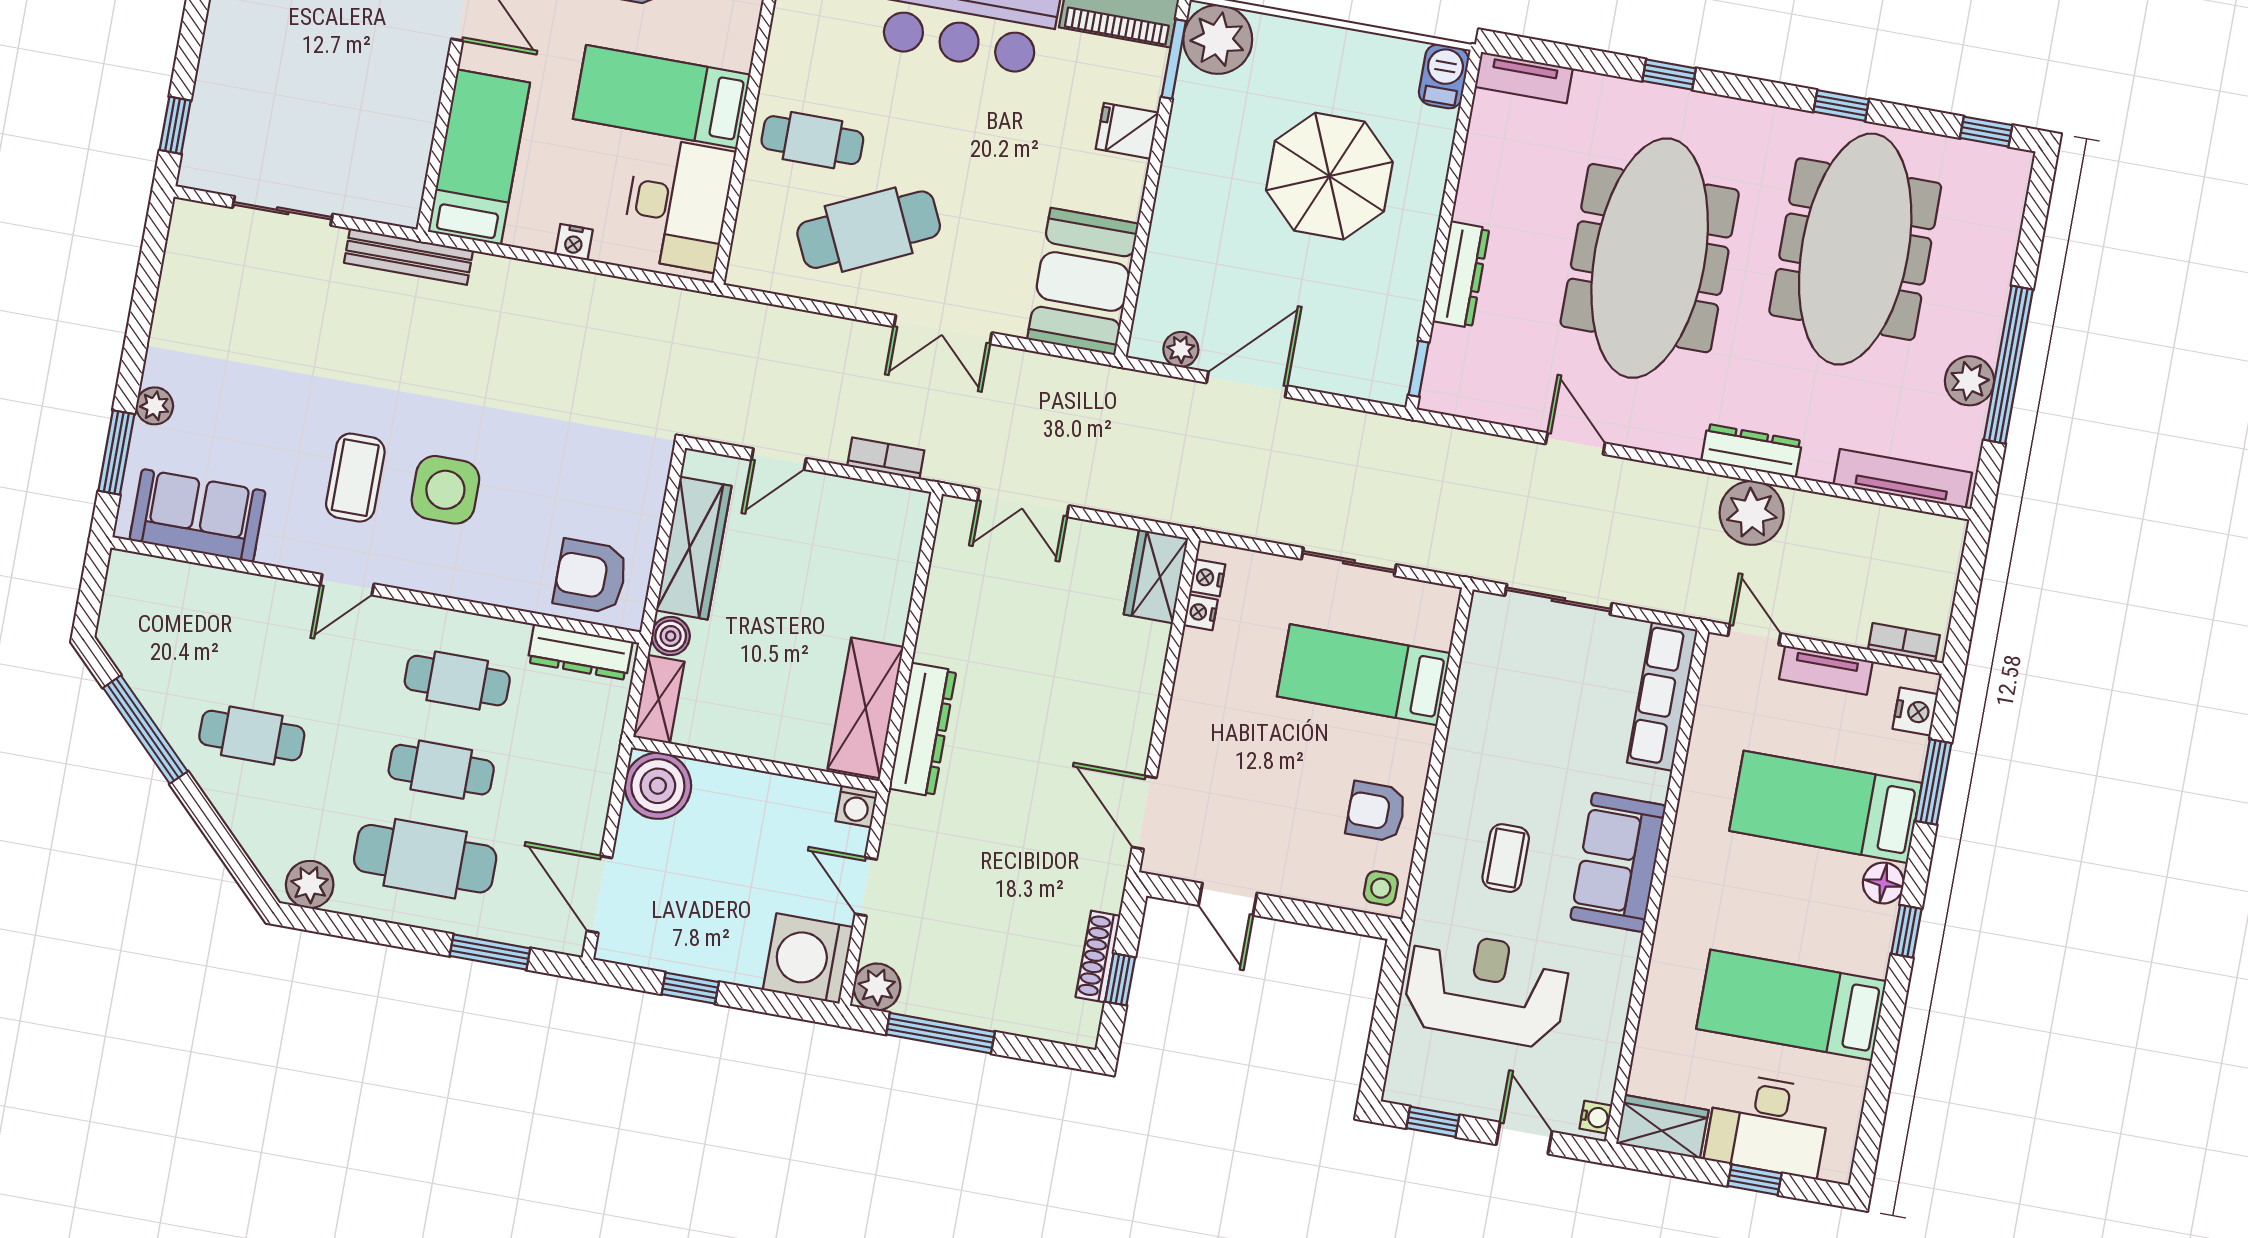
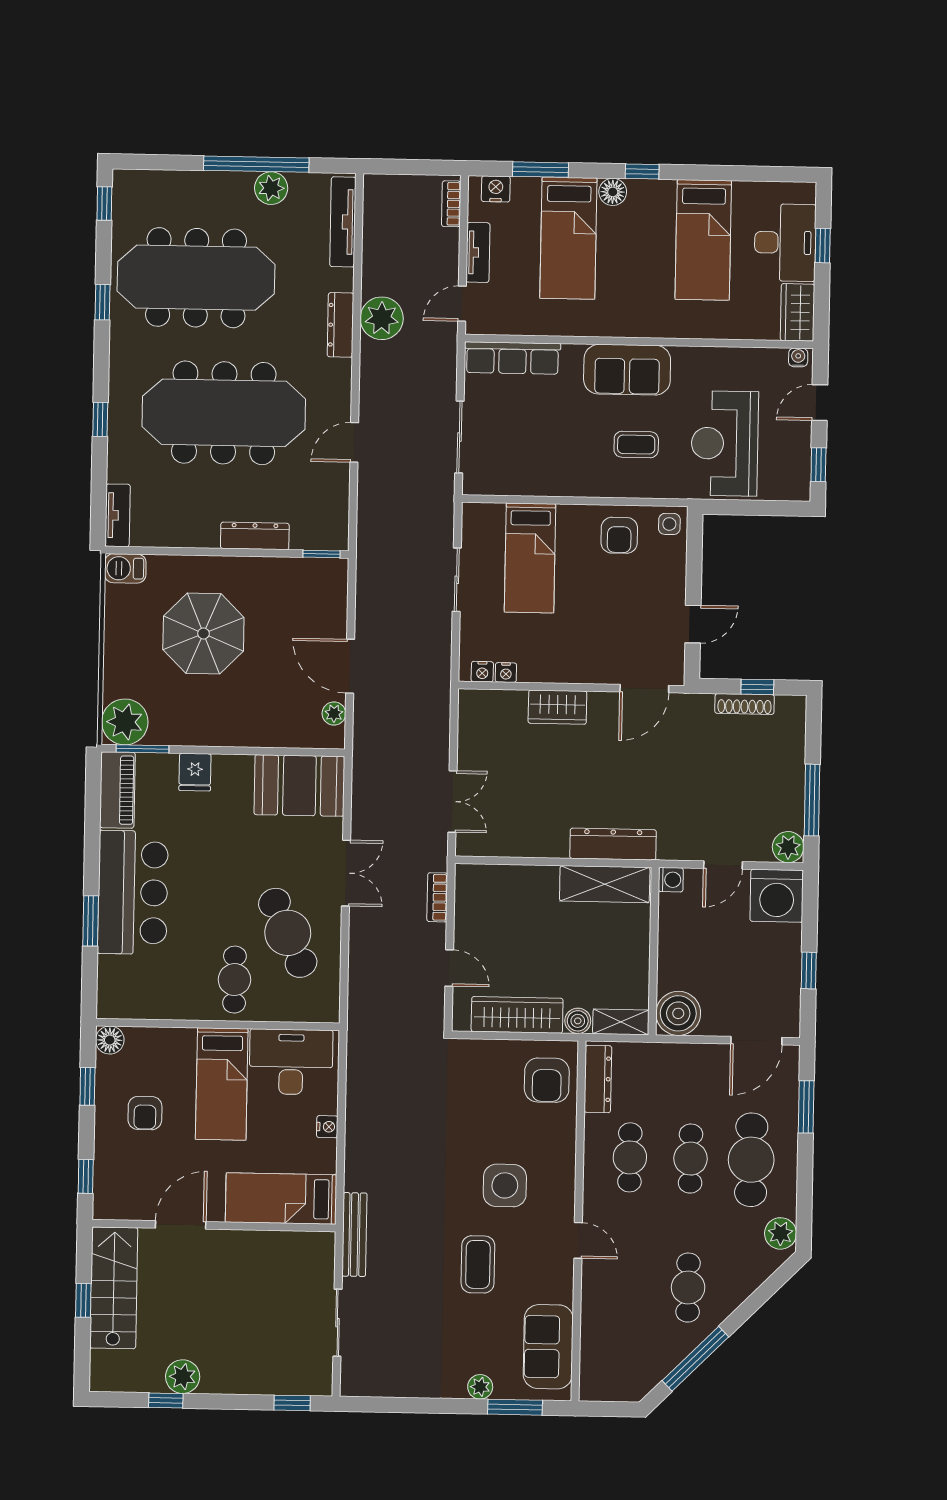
coffee table: (355, 478) -> (478, 1264), moved, turned 90
wardrobe: (1156, 576) -> (557, 707), moved

